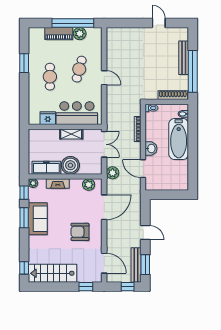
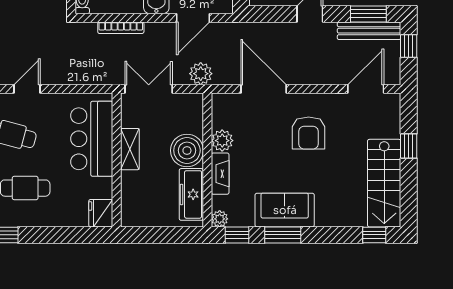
fridge: (48, 118) -> (101, 213), moved
plant: (89, 185) -> (222, 141), moved
window: (86, 287) -> (409, 146), moved

